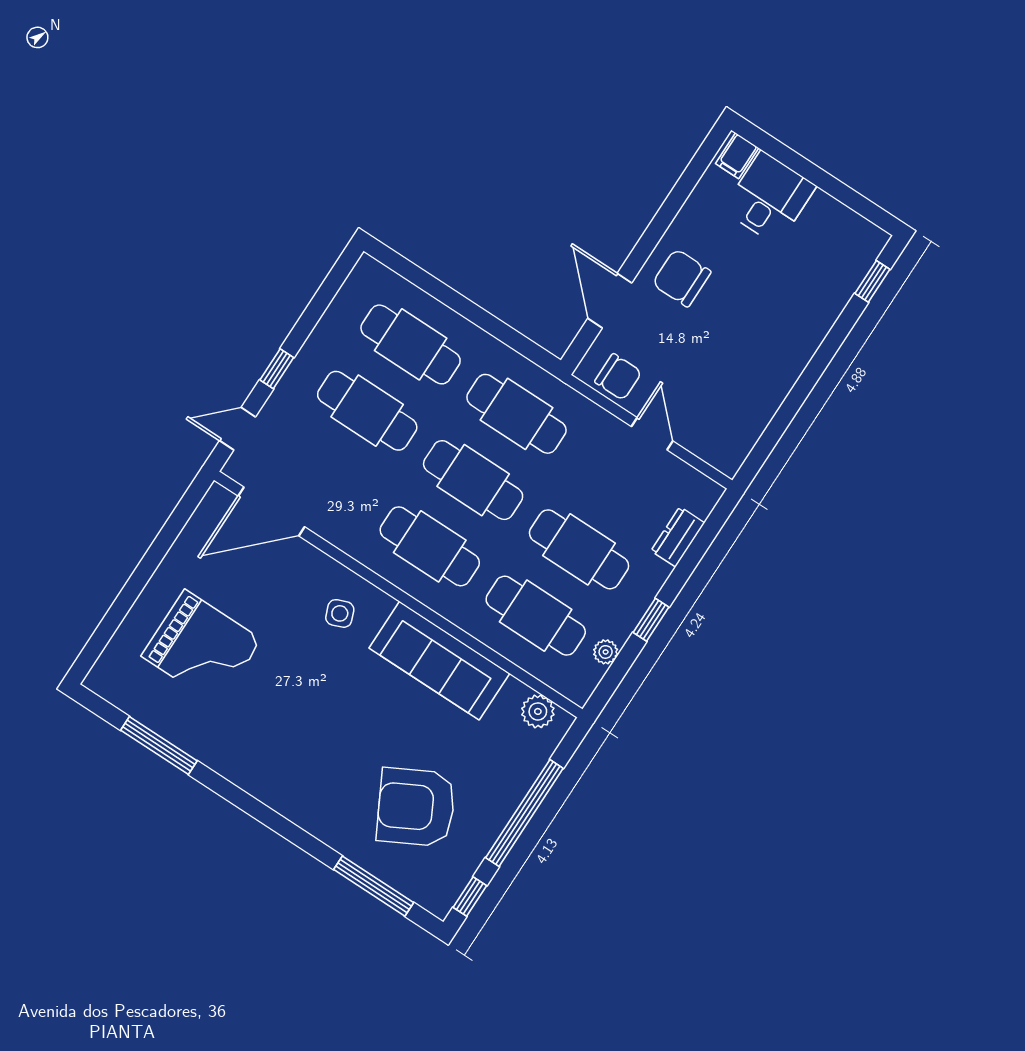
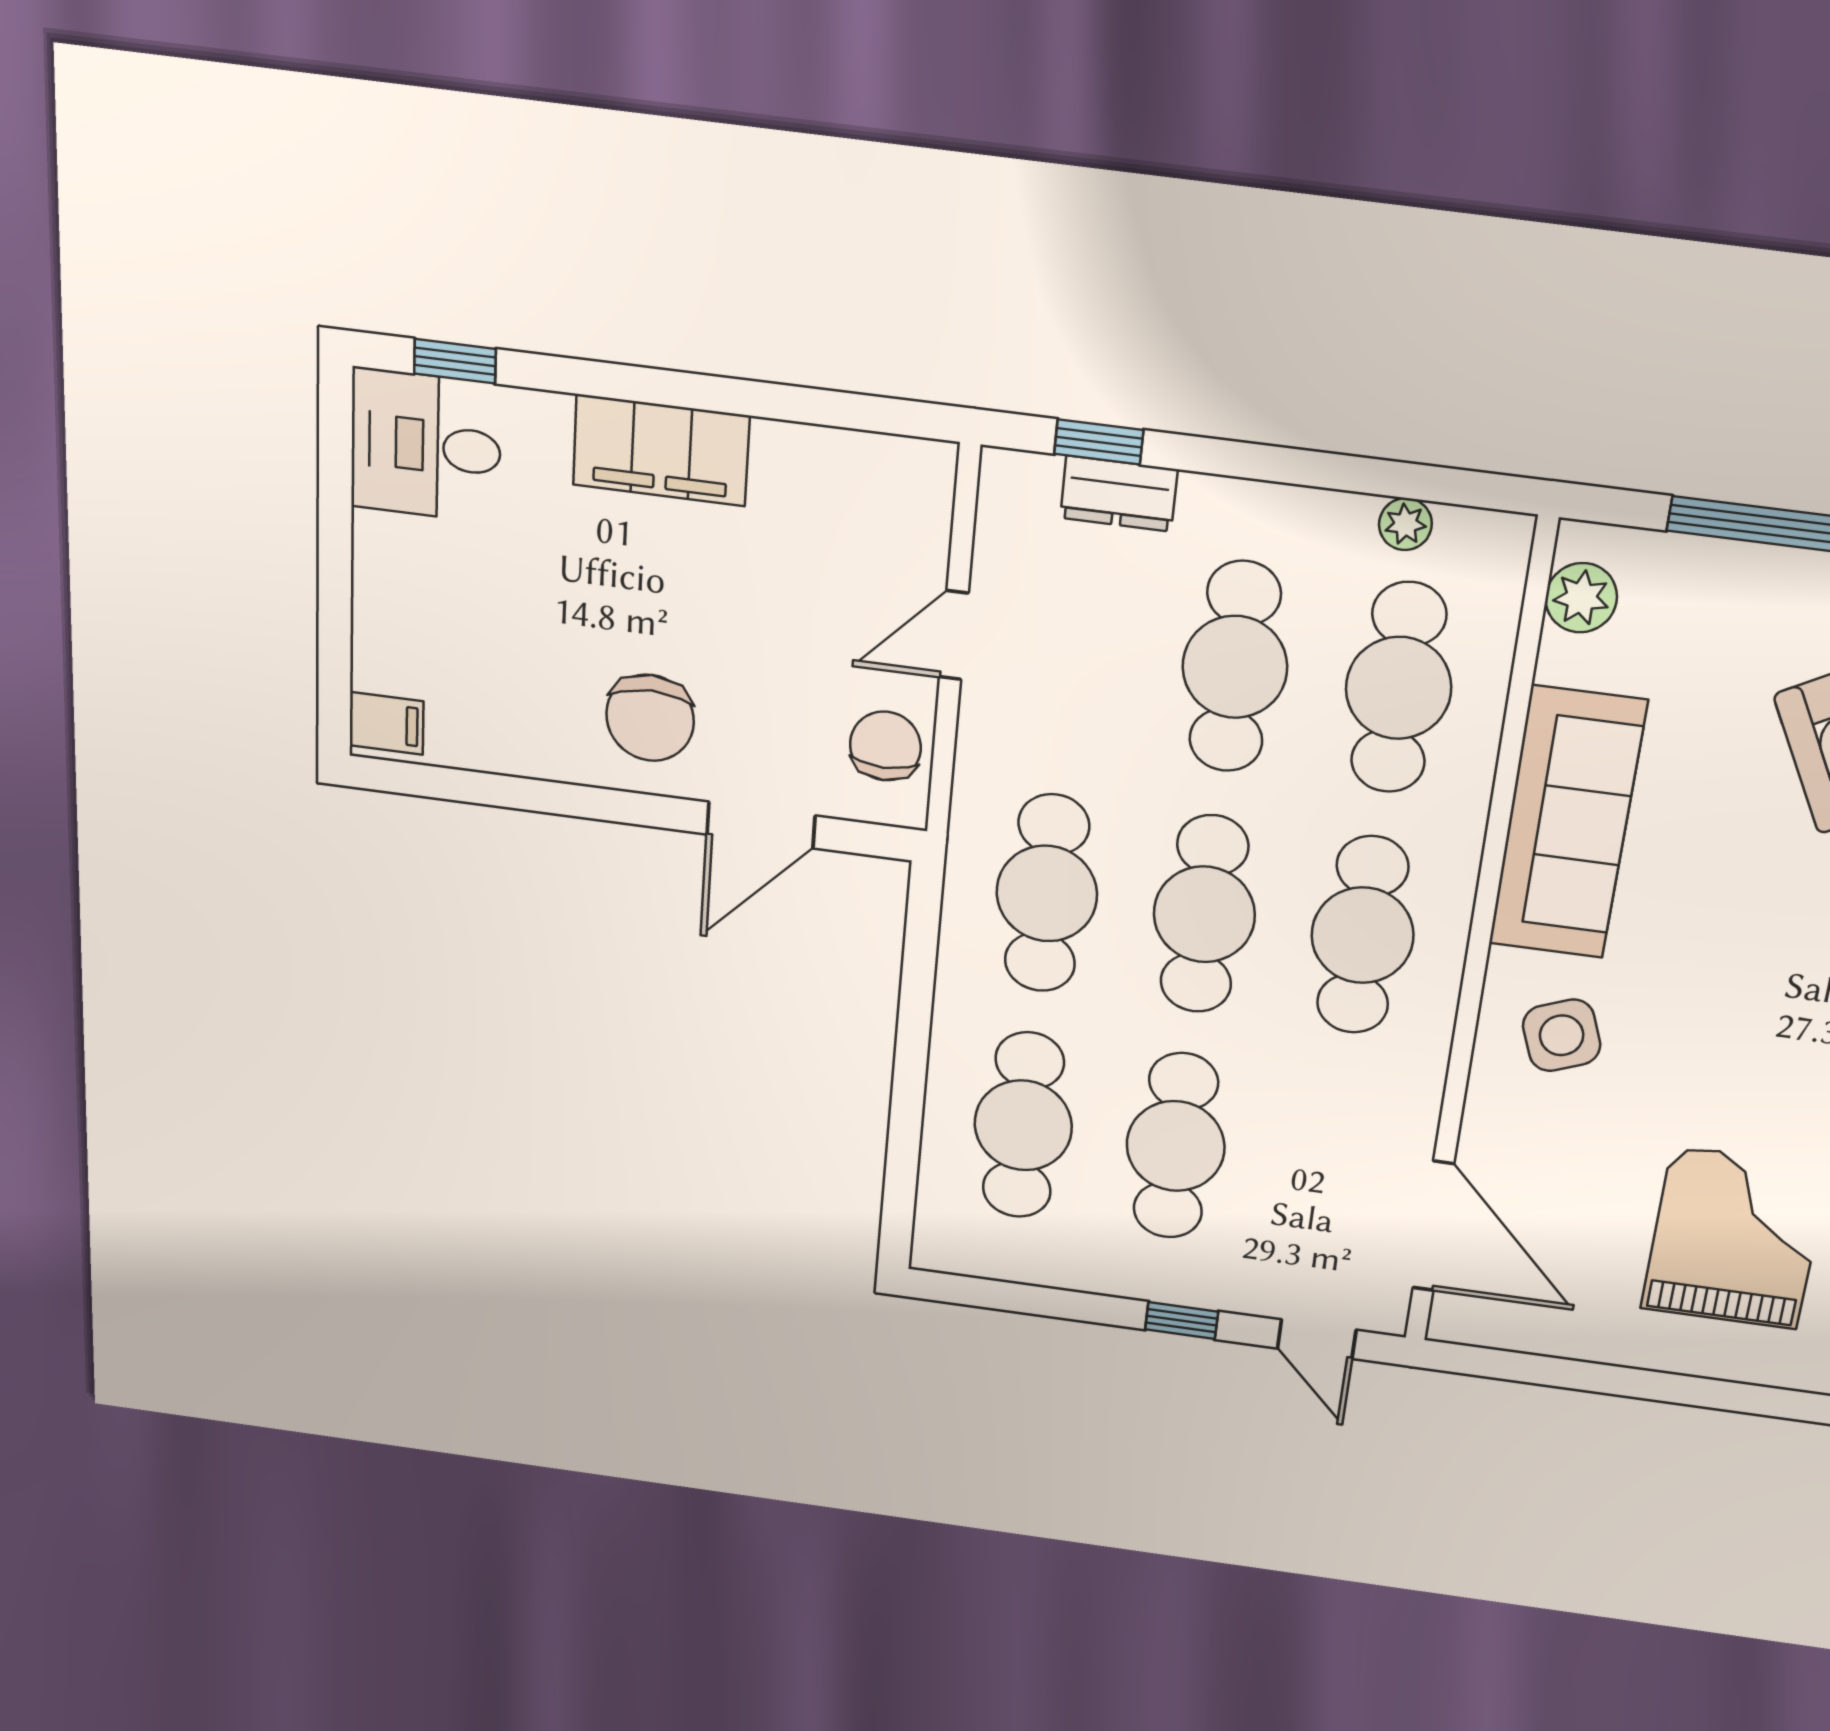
desk: (769, 198) -> (426, 446), moved
filing cabinet: (792, 349) -> (661, 450), added
side table: (340, 613) -> (1562, 1035), width x1.37, depth x1.37
window: (651, 620) -> (1099, 442), moved

